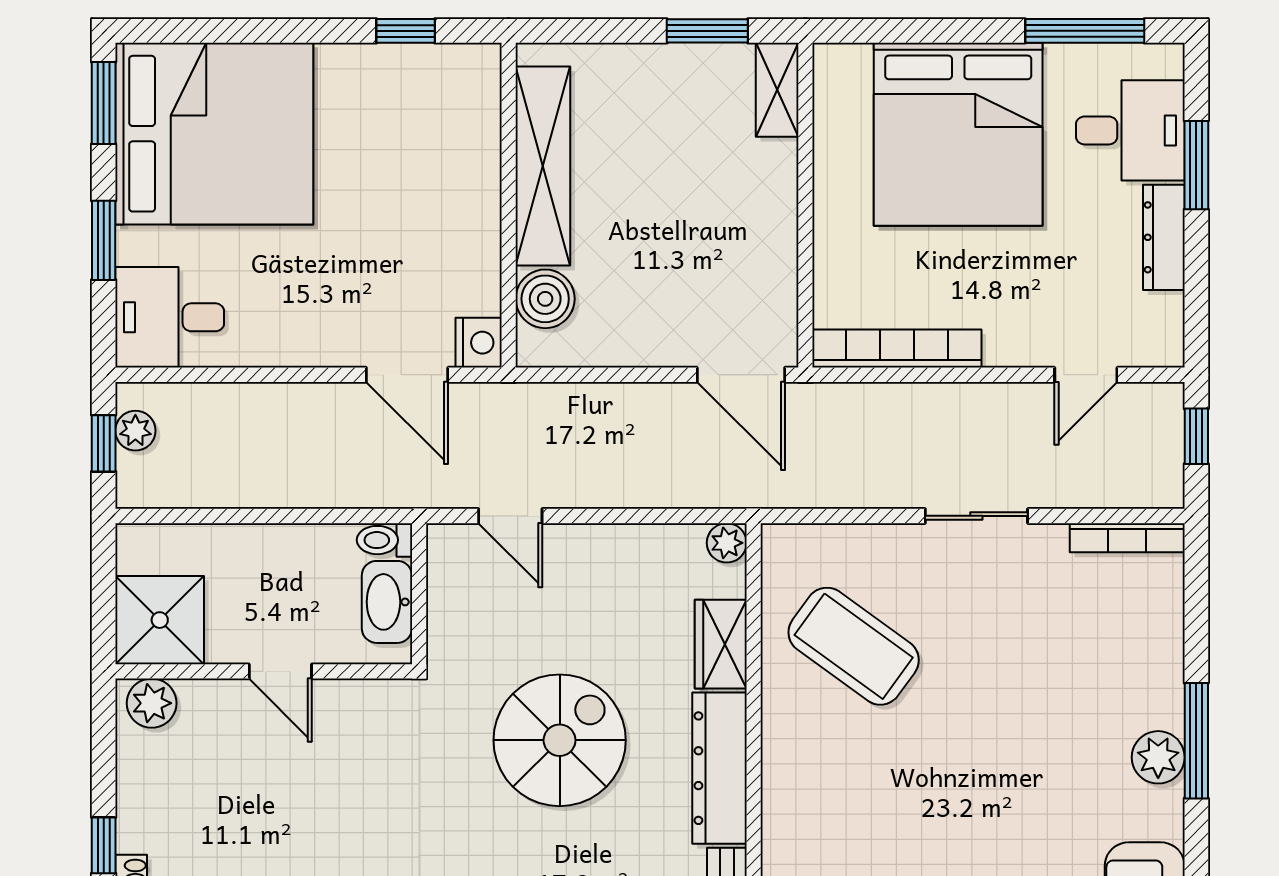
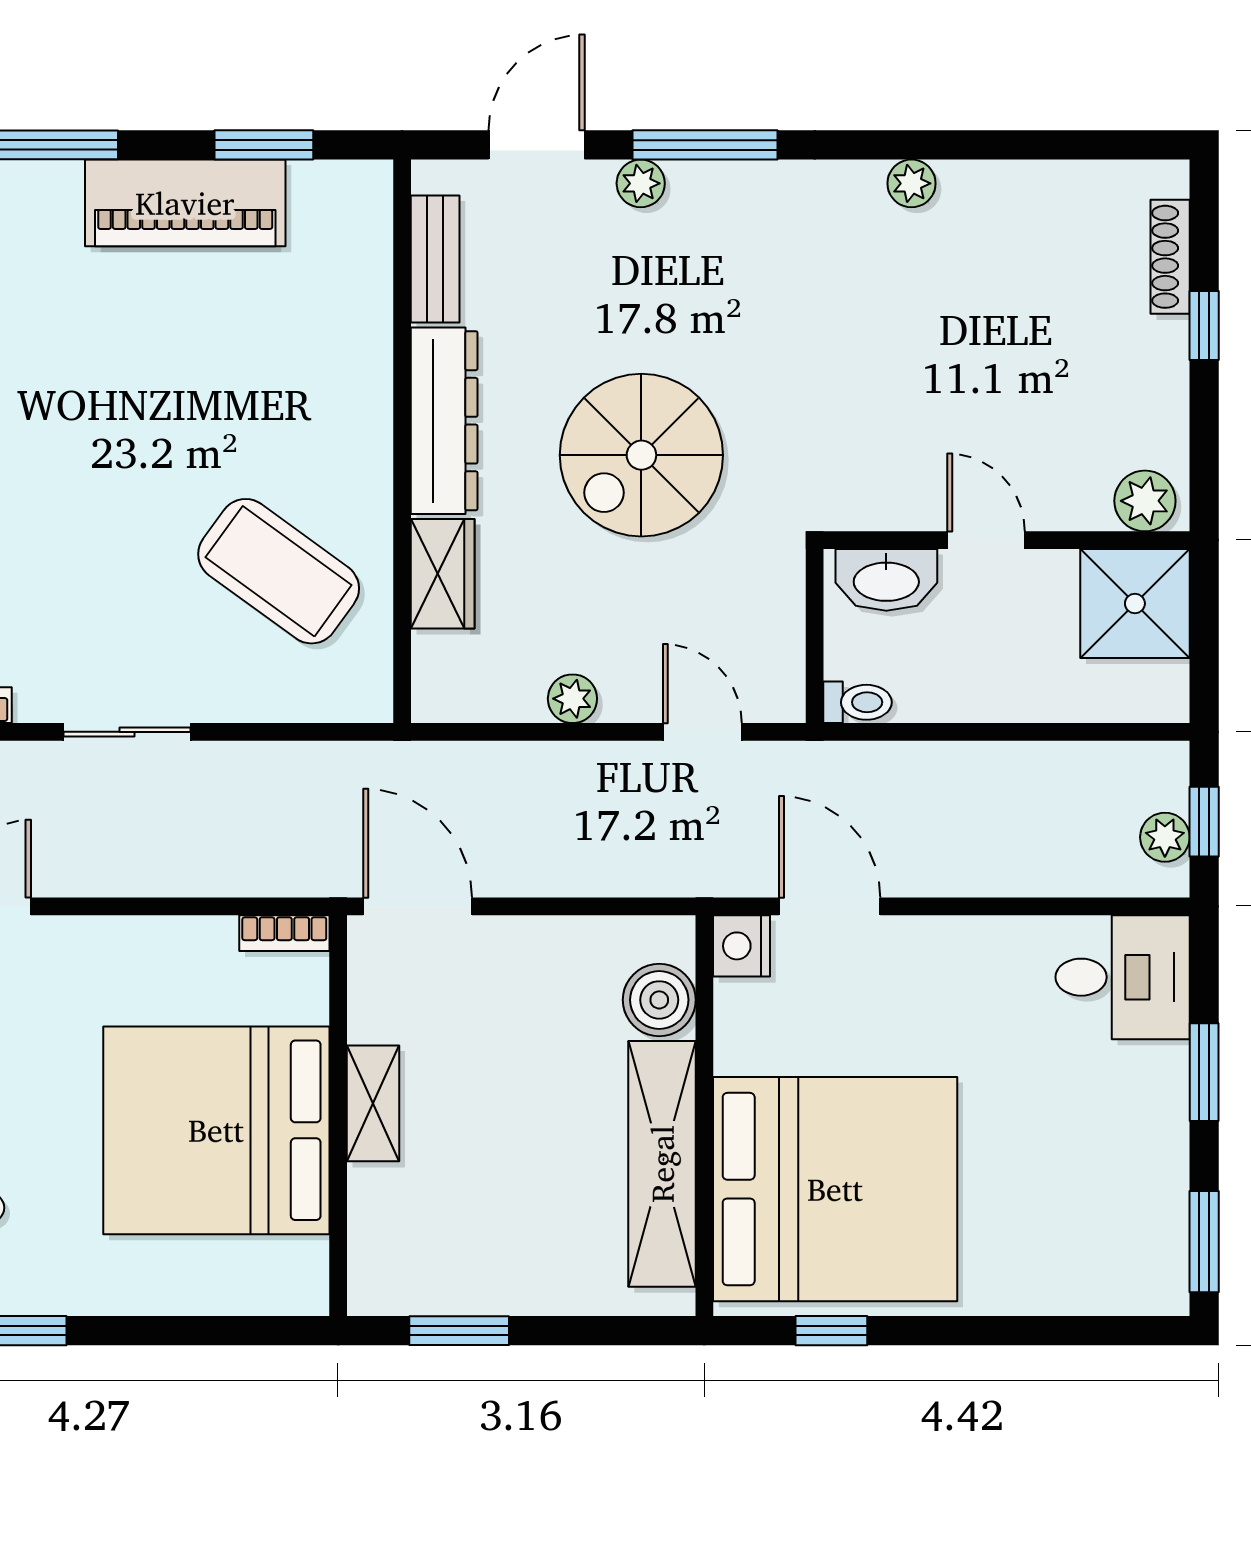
shelving: (777, 90) -> (373, 1103), moved
bed: (214, 134) -> (835, 1189), moved, turned 180
bed: (958, 134) -> (216, 1130), moved, turned -90
bookcase: (897, 348) -> (284, 933), width x0.43, depth x0.76
plant: (727, 543) -> (572, 699), moved
washbasin: (387, 602) -> (886, 580), moved, turned 90

